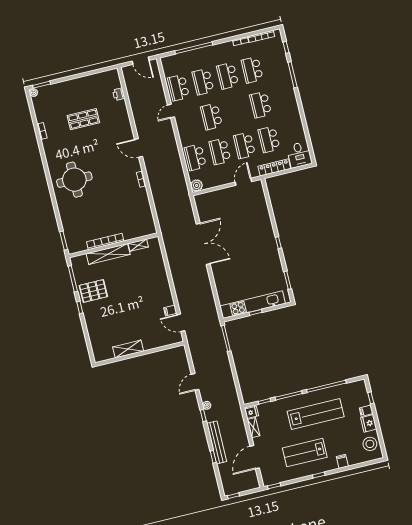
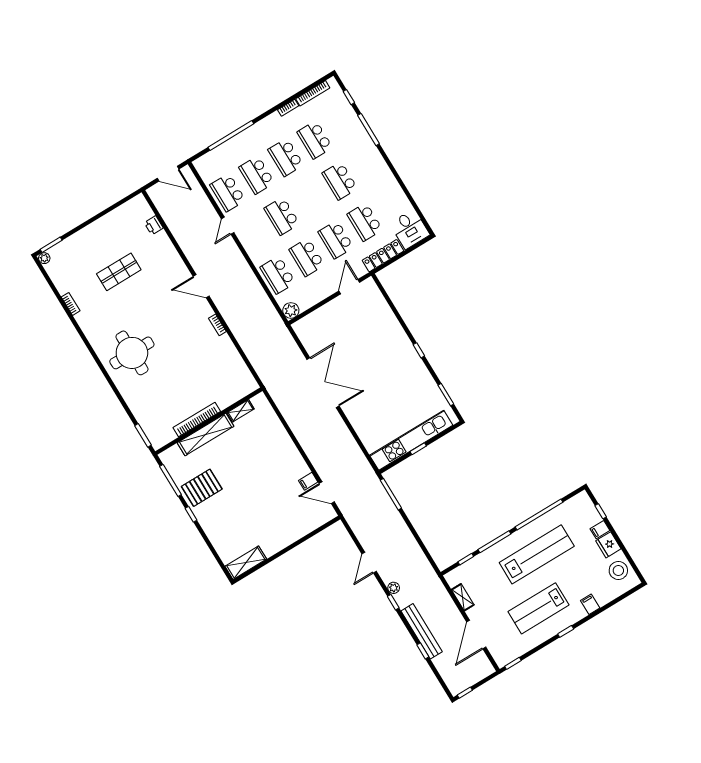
shelving: (128, 349) -> (246, 563), moved
fridge: (252, 412) -> (454, 579), removed

